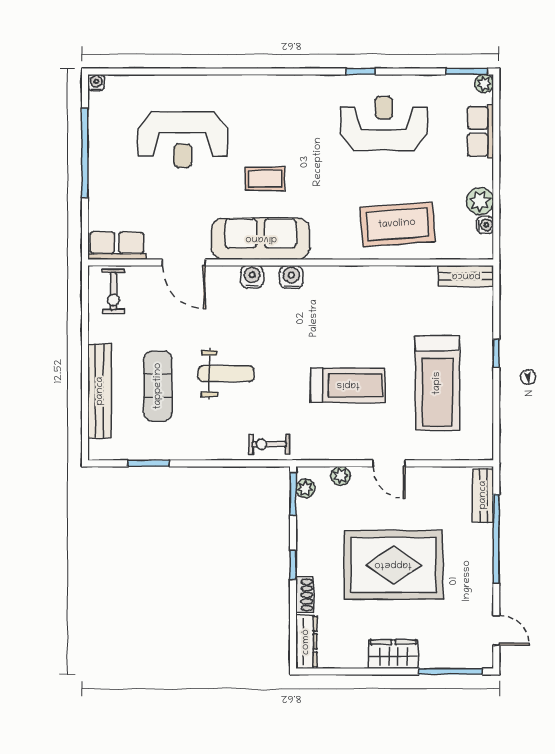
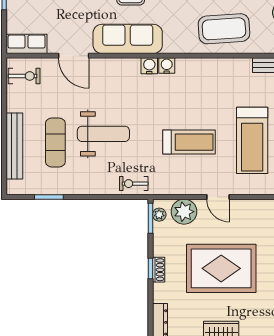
water cooler: (252, 277) -> (167, 66), moved
exercise bike: (113, 291) -> (24, 76), turned -90
weight bench: (226, 374) -> (103, 134), width x1.36, depth x1.33
plant: (341, 476) -> (184, 212), width x1.88, depth x1.88
shoe rack: (305, 595) -> (159, 270), moved

